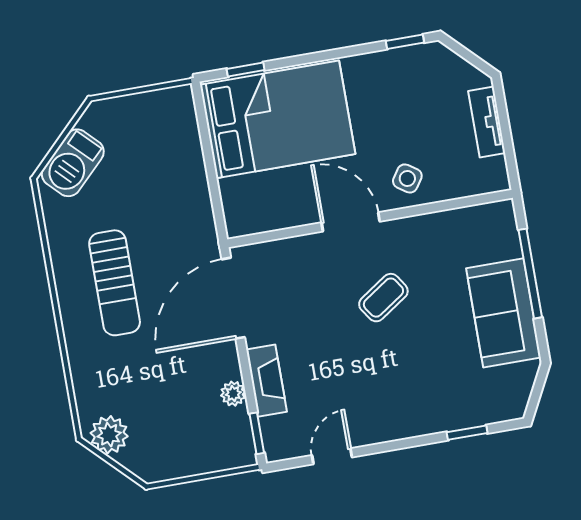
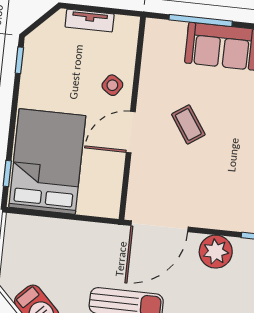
door: (233, 298) -> (160, 226), hinge flipped
fireplace: (267, 381) -> (222, 220), removed
plant: (233, 394) -> (216, 252), width x1.88, depth x1.88

